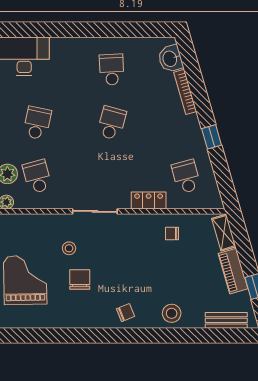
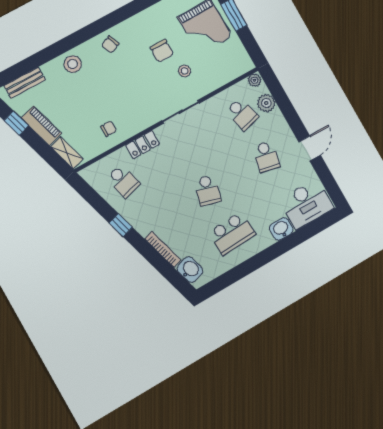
washbasin: (62, 47) -> (281, 229), added
school desk: (112, 69) -> (232, 233), width x1.85

